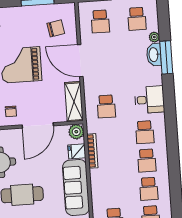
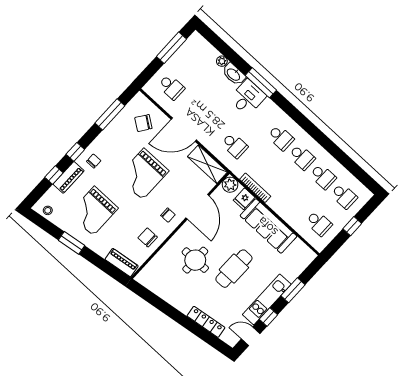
school desk: (137, 19) -> (196, 60), removed
chair: (56, 28) -> (143, 123), turned -135
window: (166, 57) -> (261, 83), moved
desk: (149, 100) -> (248, 97), moved

